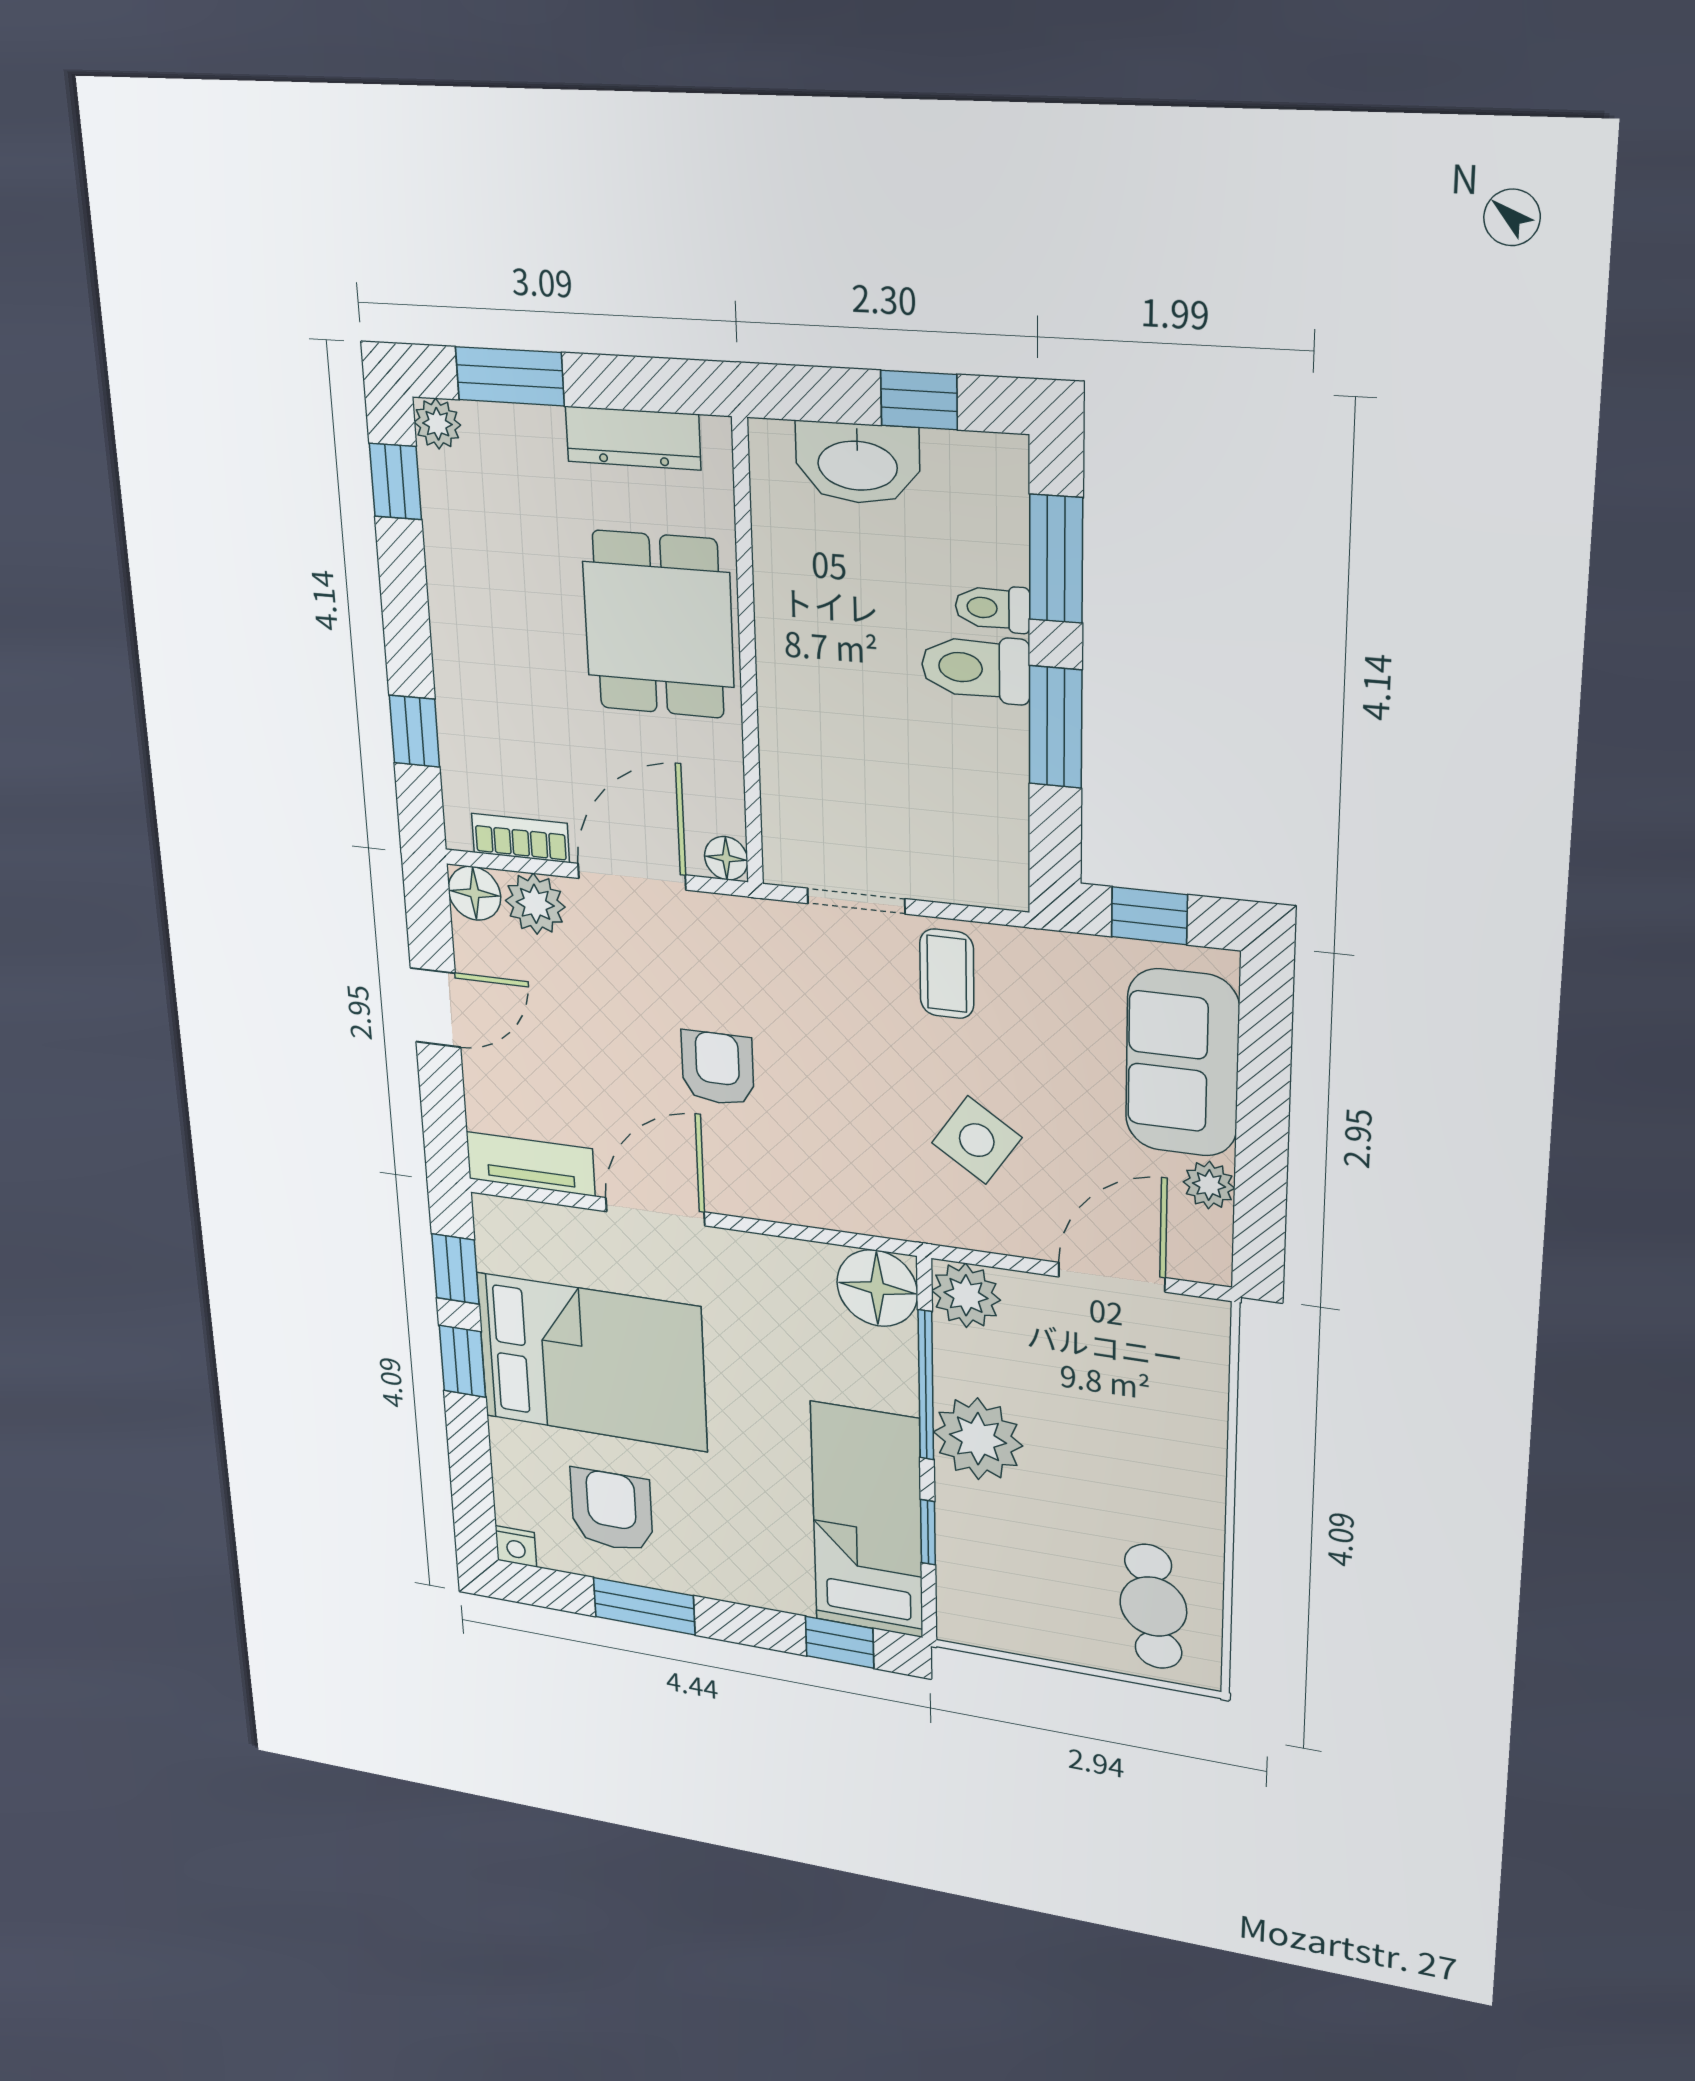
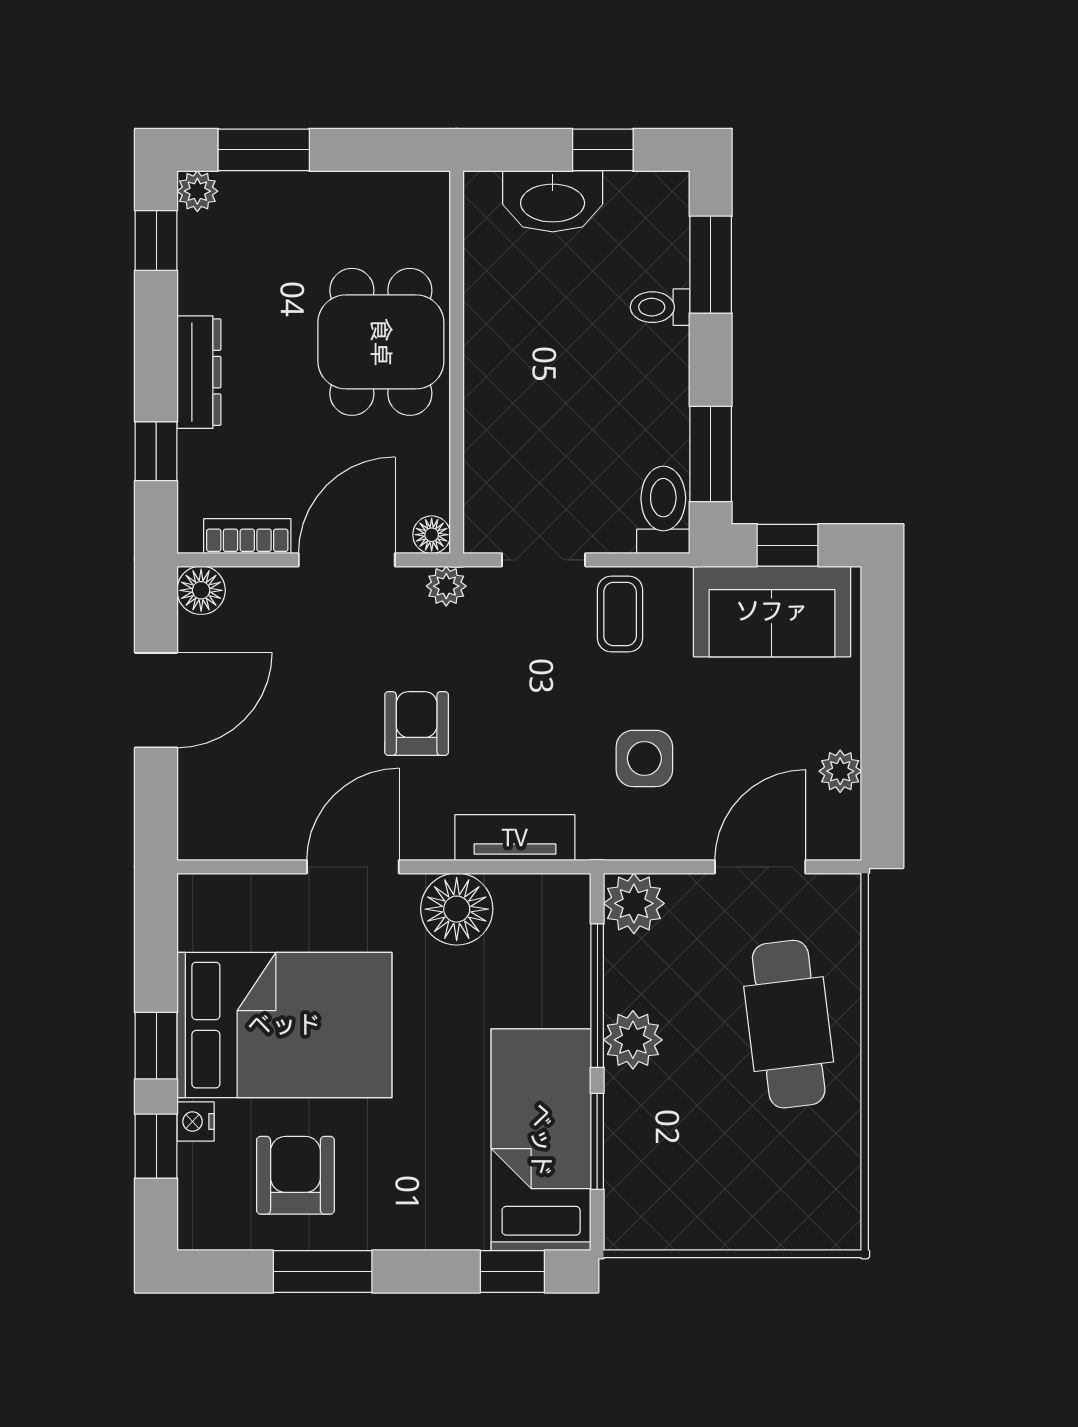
dresser: (633, 438) -> (199, 372), moved, turned -90
toilet: (976, 668) -> (663, 510), moved, turned 90
window: (1056, 727) -> (711, 454), moved
plant: (535, 904) -> (446, 586), moved, width x0.73, depth x0.73
door: (435, 1008) -> (156, 700), width x1.38
sofa: (1182, 1063) -> (772, 611), moved, turned -90
side table: (977, 1140) -> (644, 758), turned -34
tv unit: (530, 1164) -> (515, 838), moved
window: (455, 1269) -> (156, 1146), moved
floor lamp: (877, 1288) -> (457, 909), moved
plant: (978, 1439) -> (633, 1040), width x0.73, depth x0.73
window: (928, 1532) -> (597, 1141), width x1.50
nightstand: (516, 1546) -> (195, 1122), moved, turned 90
cafe table: (1153, 1607) -> (789, 1024), moved, width x1.37, depth x1.35

